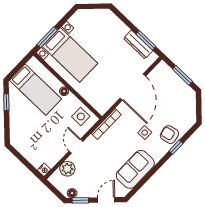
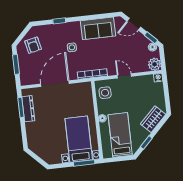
wardrobe: (18, 128) -> (153, 119), added
armchair: (169, 135) -> (33, 45), moved
door: (76, 146) -> (124, 76), swing flipped
plant: (67, 169) -> (154, 64), moved

